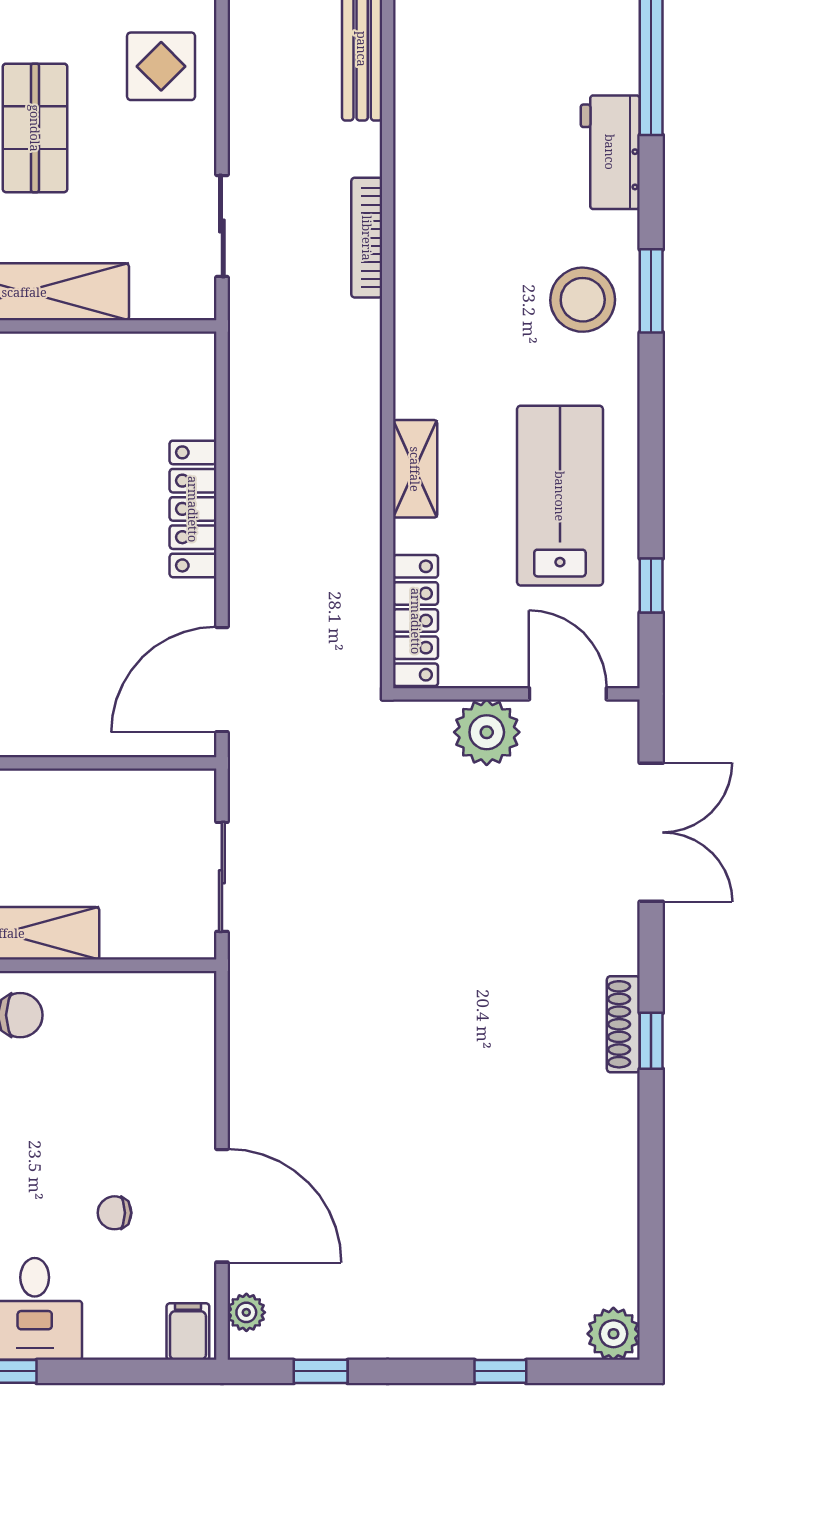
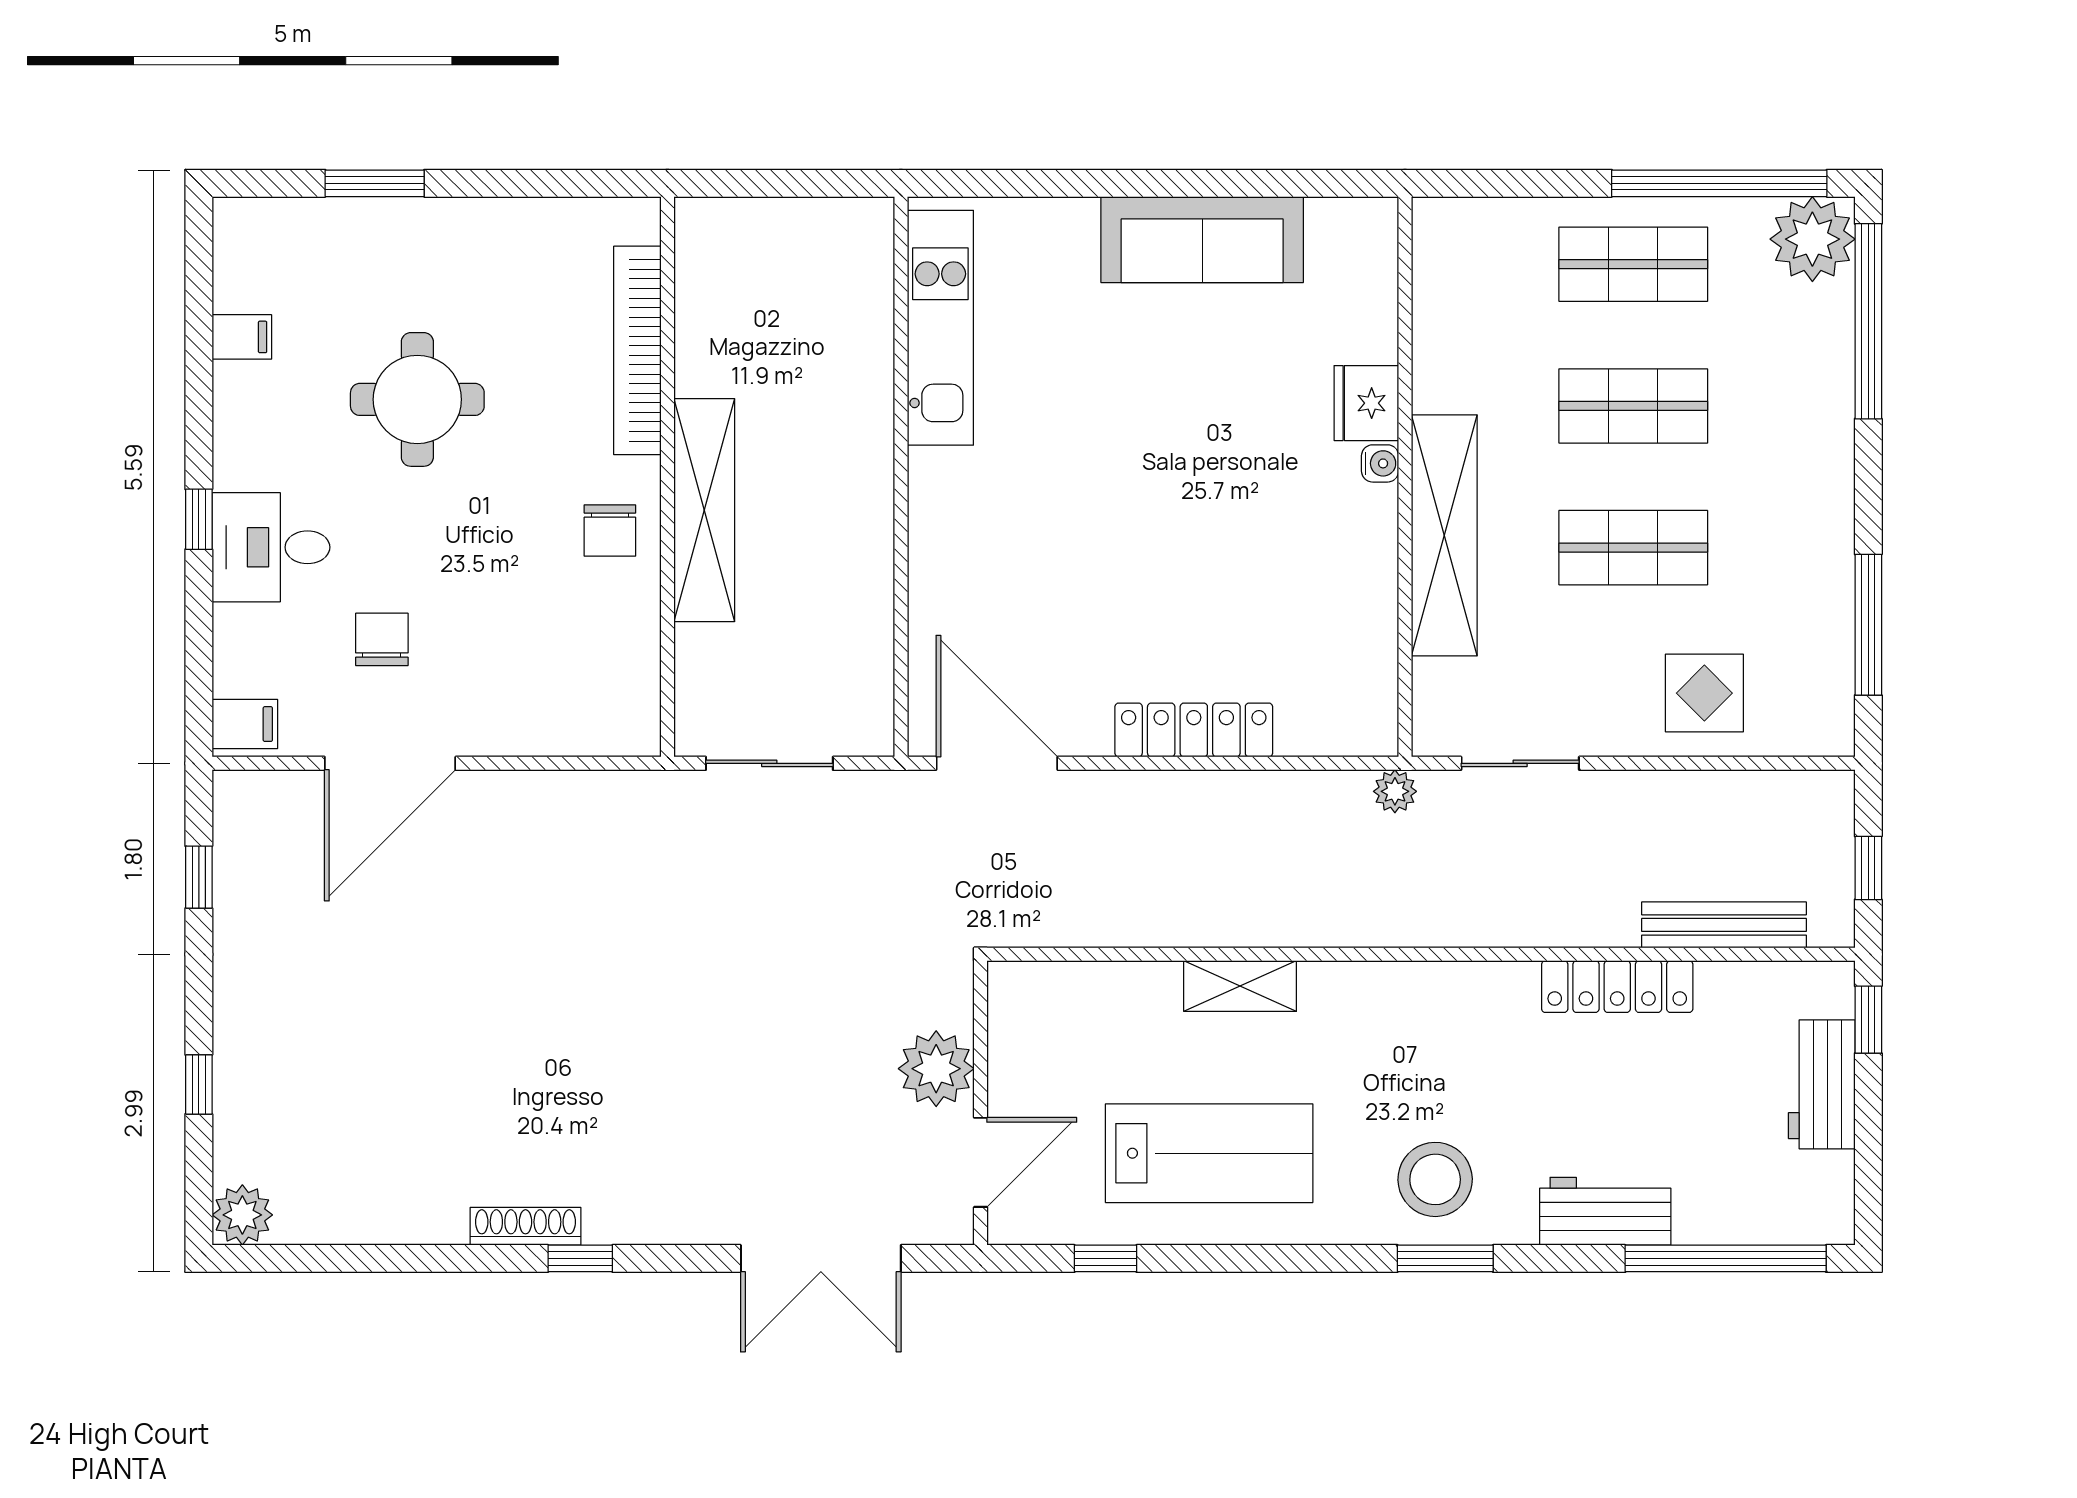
bookcase: (367, 238) -> (1507, 930), removed
locker: (416, 621) -> (1617, 987), moved
shoe rack: (623, 1024) -> (526, 1226), moved
chair: (115, 1213) -> (382, 639), width x1.37, depth x1.37
plant: (246, 1312) -> (1395, 791), moved

